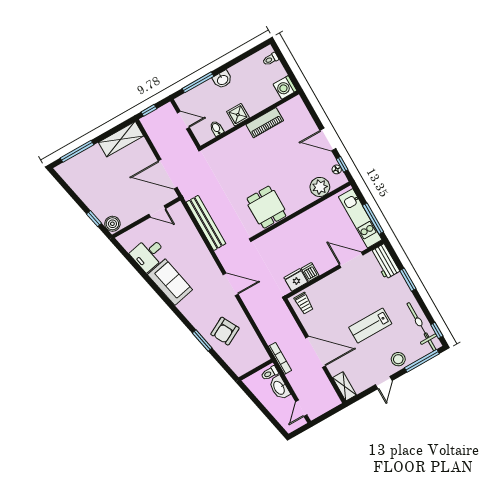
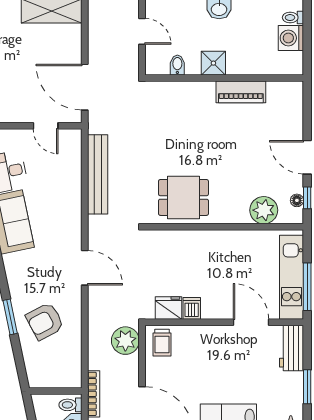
washing machine: (285, 87) -> (291, 38), moved
dining table: (266, 207) -> (183, 197), turned 90
plant: (281, 315) -> (125, 341), added

